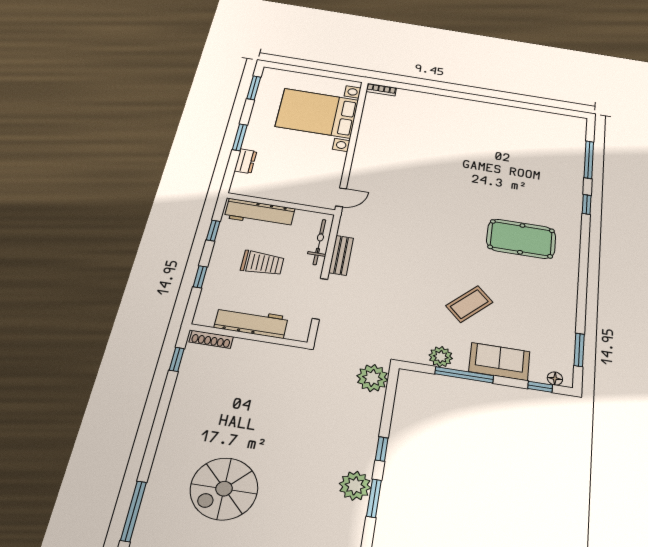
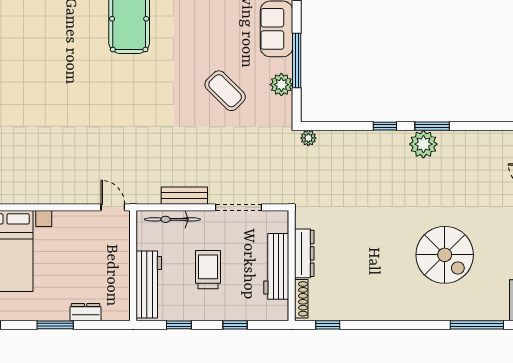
coffee table: (469, 304) -> (225, 91), moved
dresser: (259, 350) -> (304, 253), added
plant: (372, 378) -> (308, 138), width x0.53, depth x0.53

